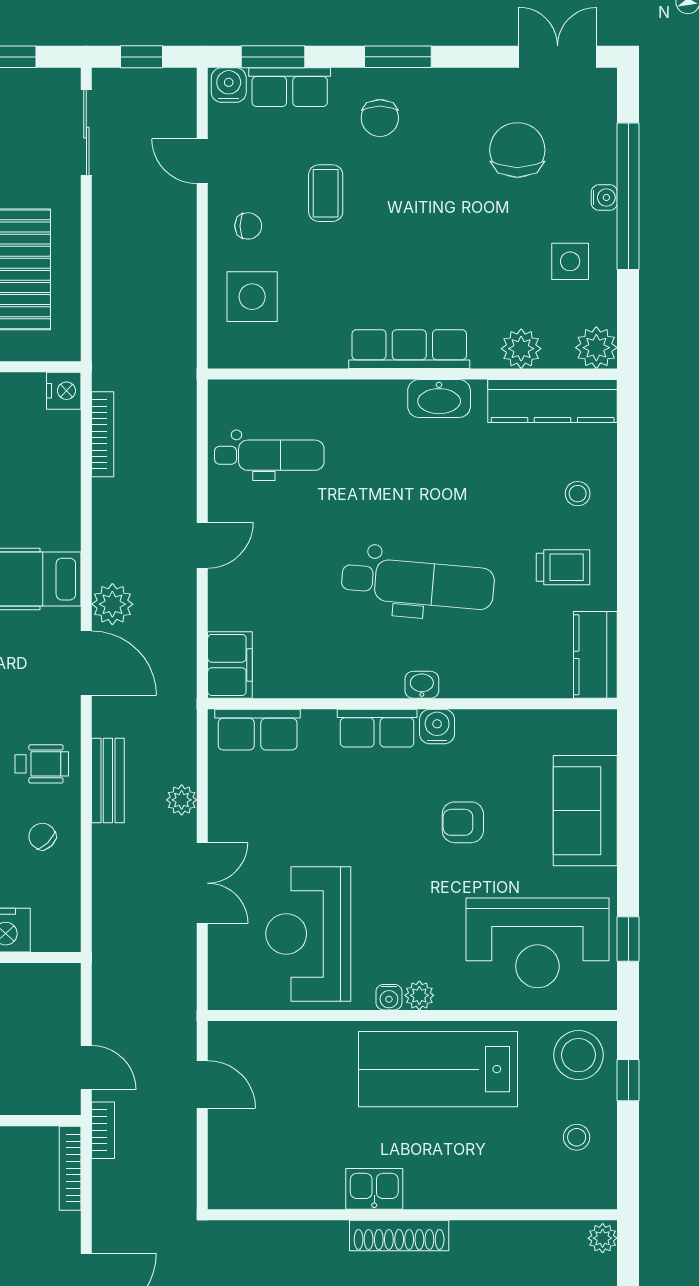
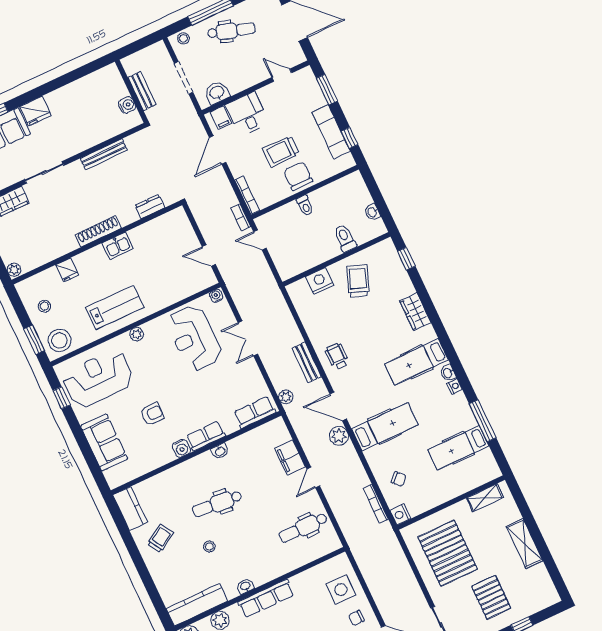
washbasin: (439, 399) -> (245, 586), width x0.52, depth x0.69
stool: (578, 494) -> (209, 547), moved
trolley: (563, 567) -> (160, 538), turned 149
dental chair: (418, 583) -> (217, 504), width x0.73, depth x0.72
filing cabinet: (230, 665) -> (290, 458), moved
washbasin: (422, 685) -> (220, 451), moved
wheelchair: (42, 764) -> (337, 356), turned 90
plant: (182, 800) -> (286, 397), moved
chair: (42, 836) -> (399, 479), moved
reception desk: (308, 934) -> (194, 338), turned 180
water cooler: (389, 997) -> (216, 296), moved
lab bench: (438, 1069) -> (115, 307), width x0.73, depth x0.72
window: (628, 1080) -> (34, 340), width x1.50
fridge: (497, 1188) -> (67, 270), added
dresser: (273, 1237) -> (150, 207), added

